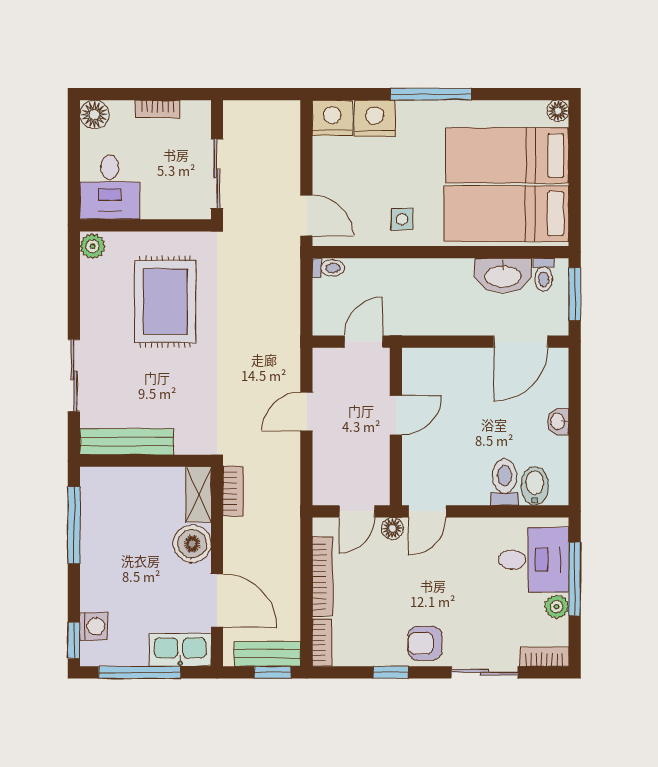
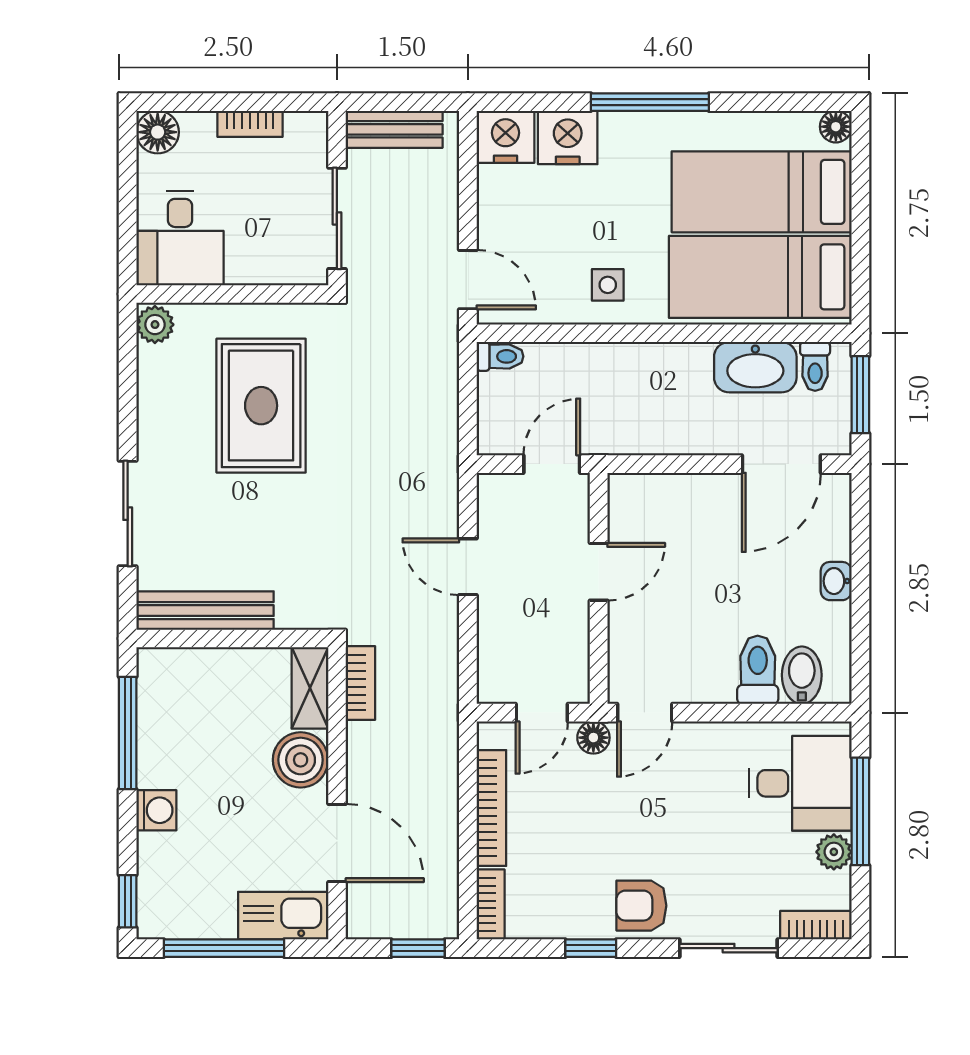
door: (306, 412) -> (468, 567), hinge flipped
washing machine: (94, 626) -> (156, 810), moved
bench: (267, 654) -> (394, 129), moved

